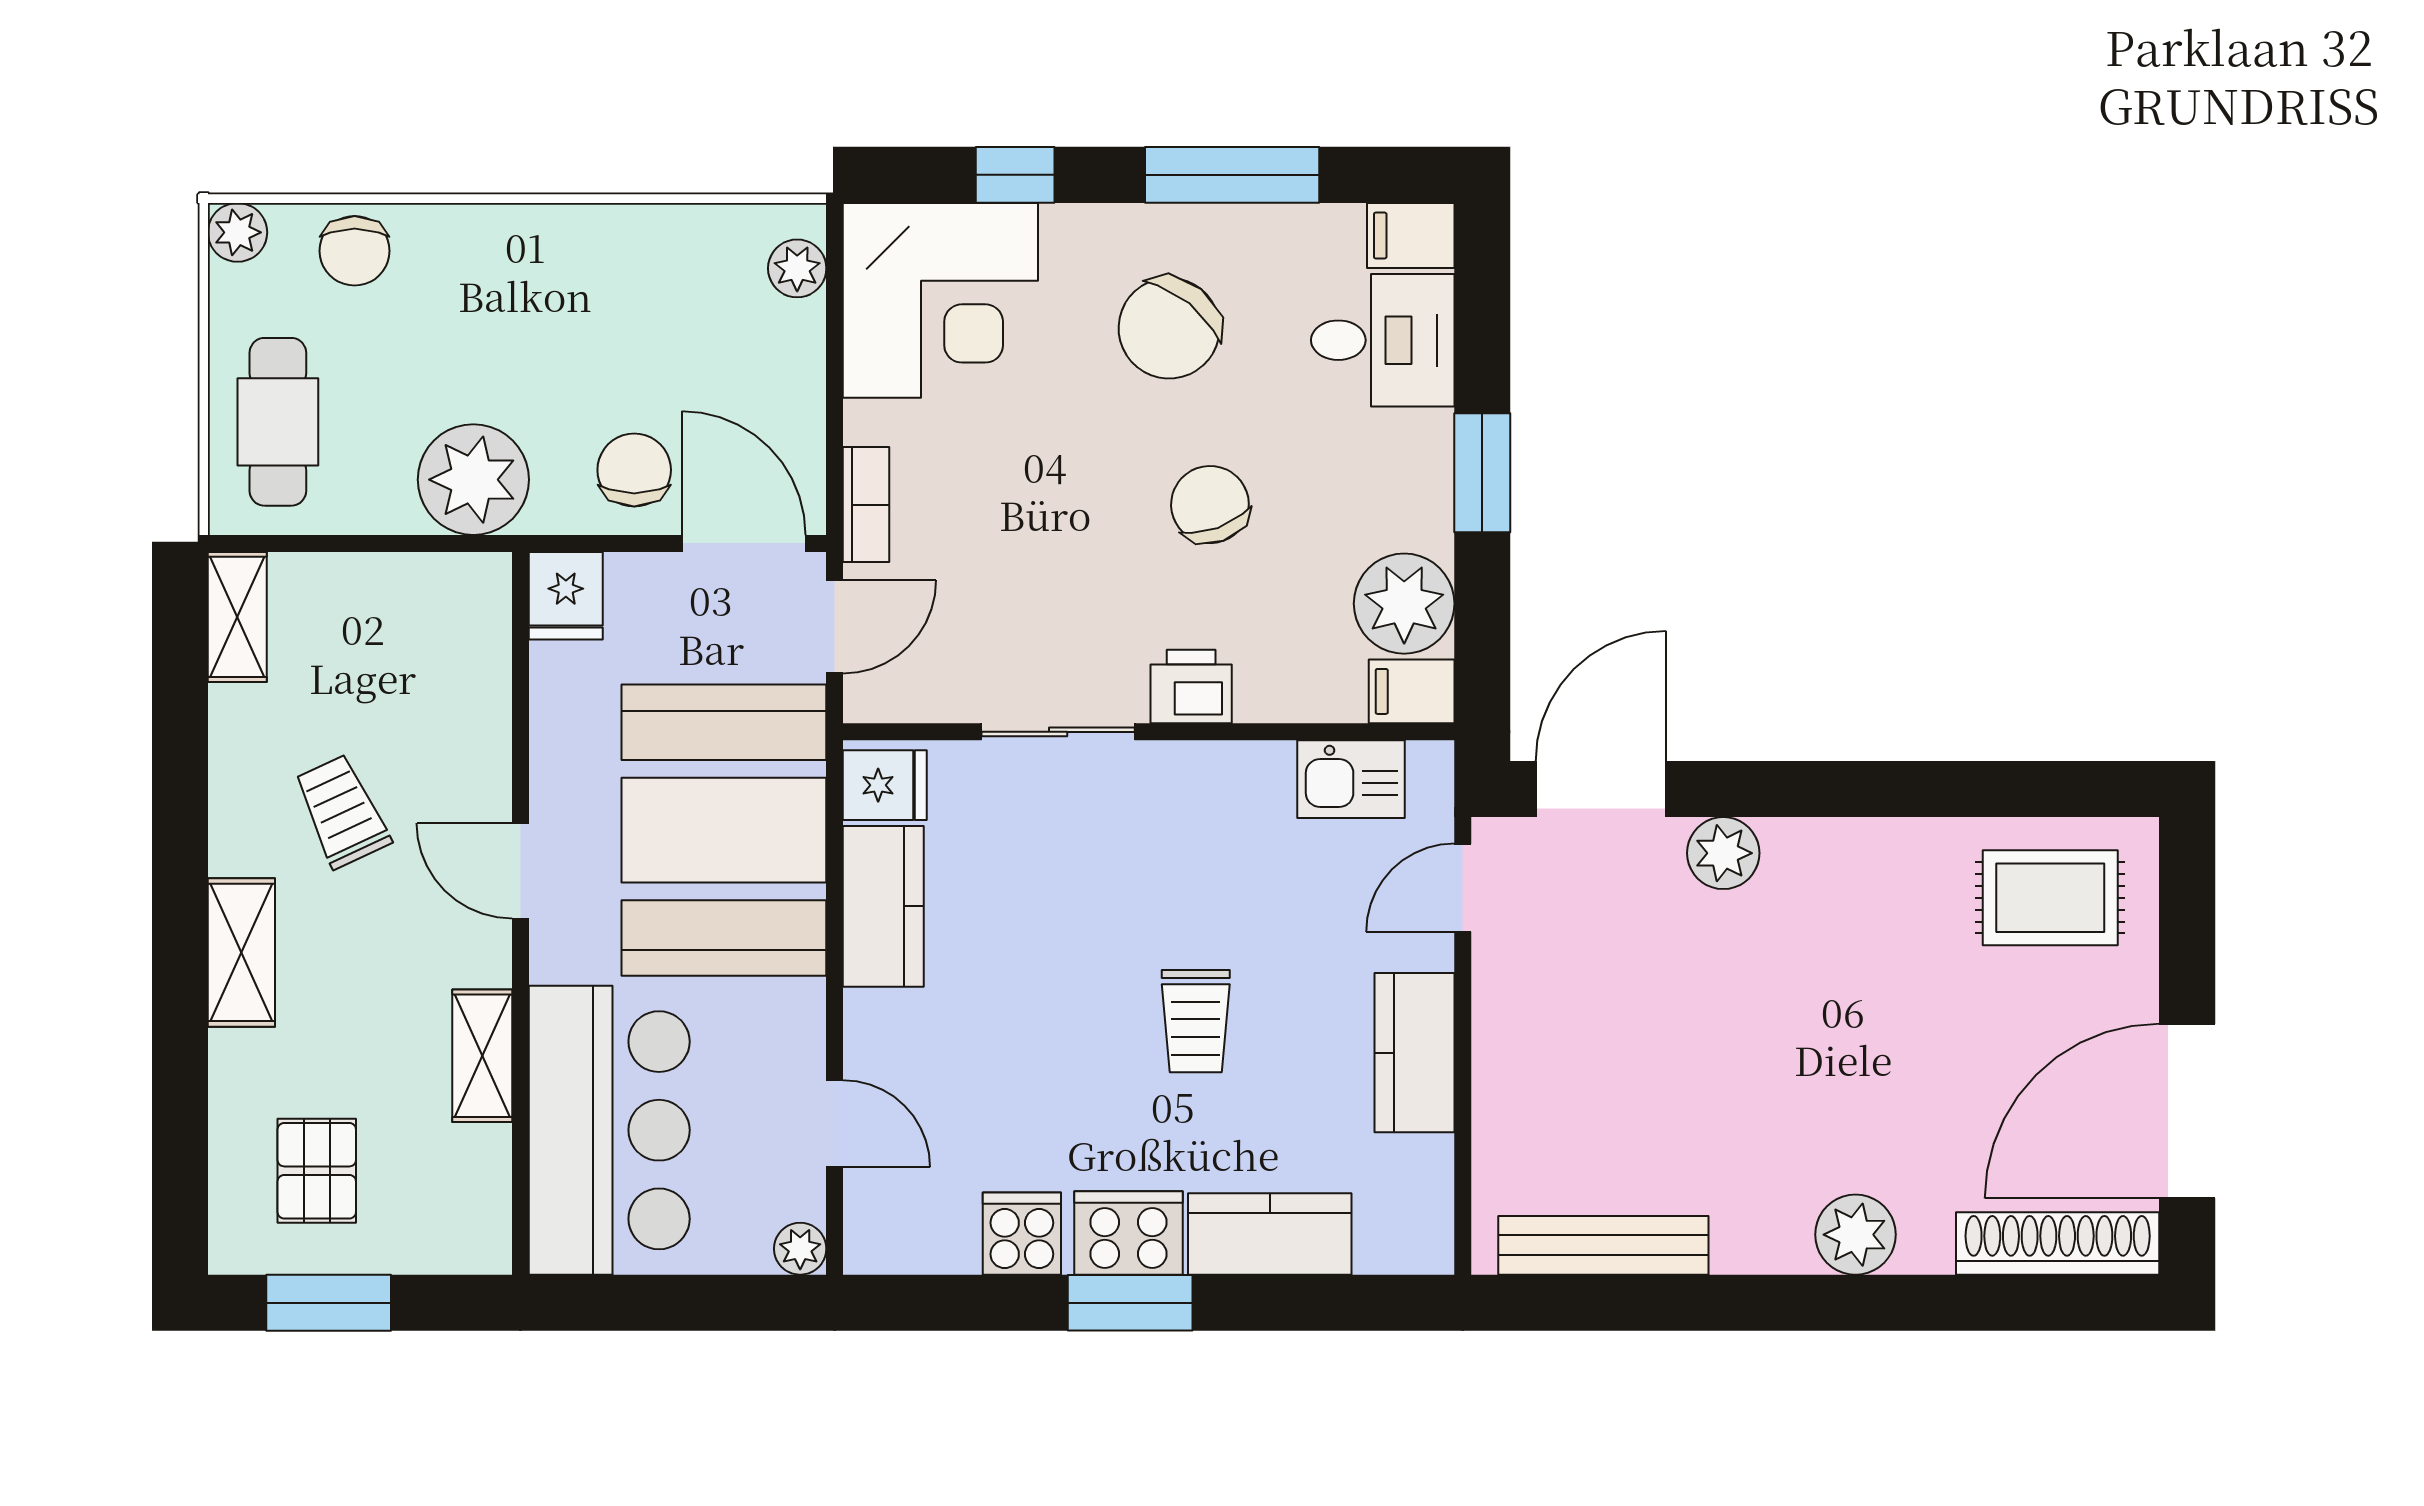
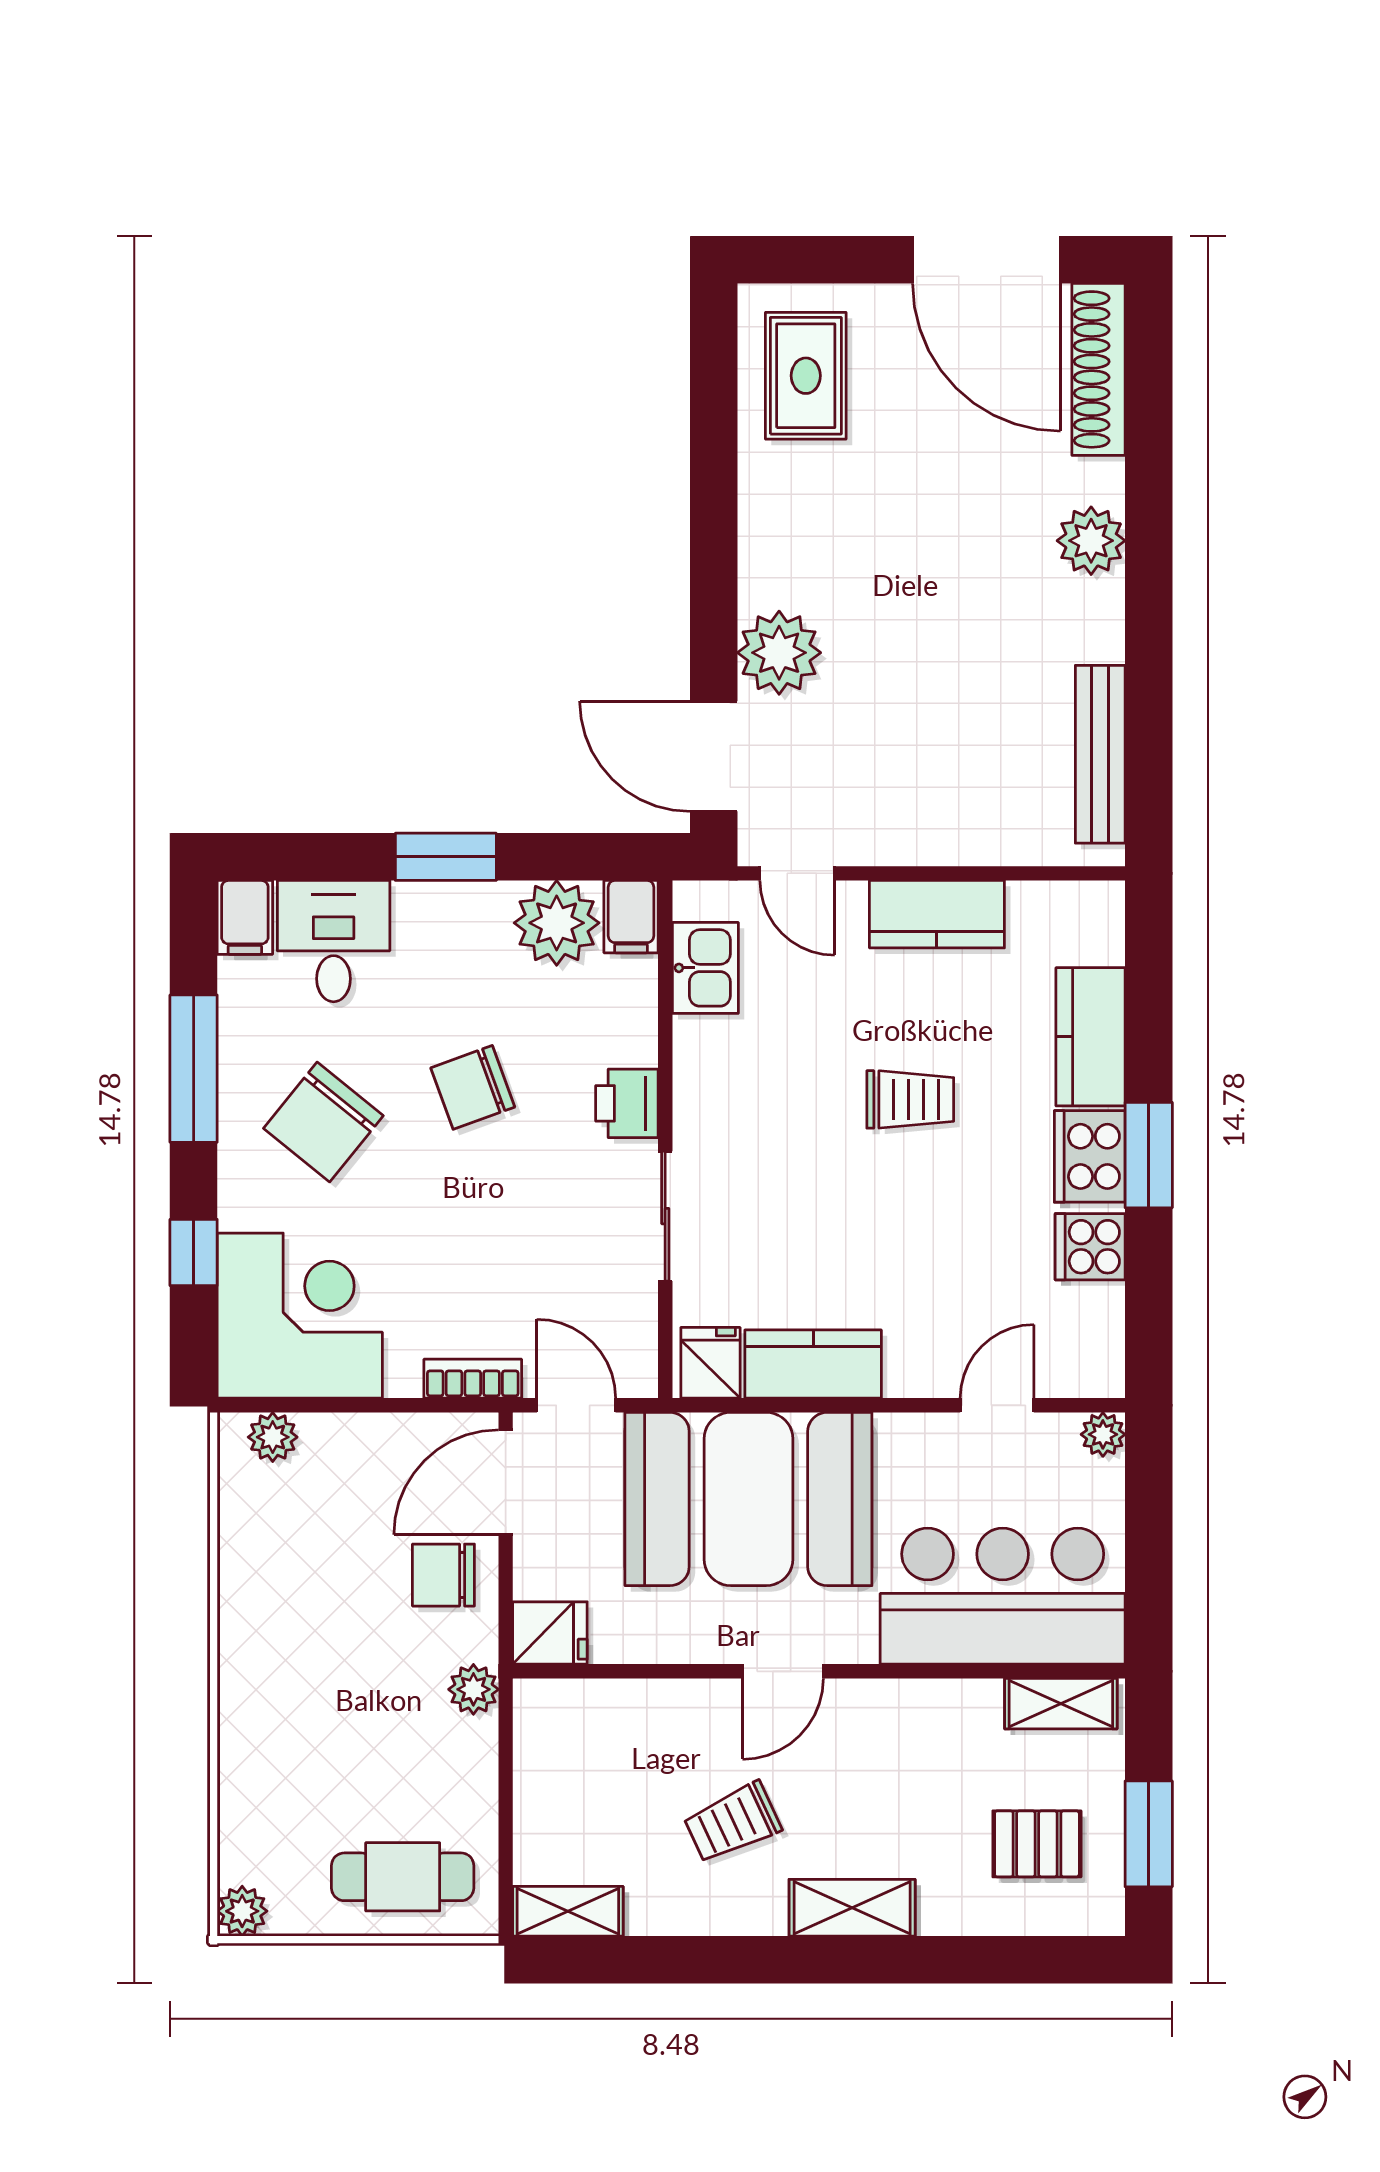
chair: (355, 251) -> (258, 1812), removed
chair: (1169, 328) -> (323, 1122), turned 90
plant: (473, 480) -> (473, 1689), width x0.53, depth x0.53
plant: (1723, 853) -> (779, 653), width x1.36, depth x1.36
shelving: (482, 1056) -> (1061, 1704), moved

